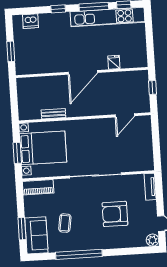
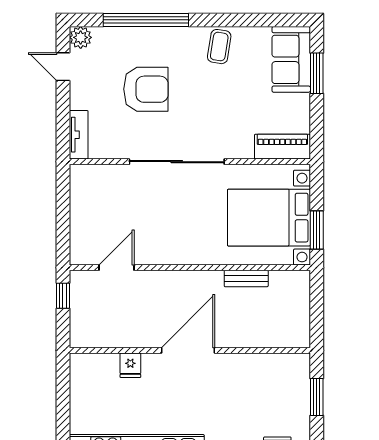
window: (153, 88) -> (63, 296), moved
window: (17, 153) -> (317, 230), moved
coffee table: (65, 223) -> (219, 47), moved
window: (79, 254) -> (146, 20), moved

